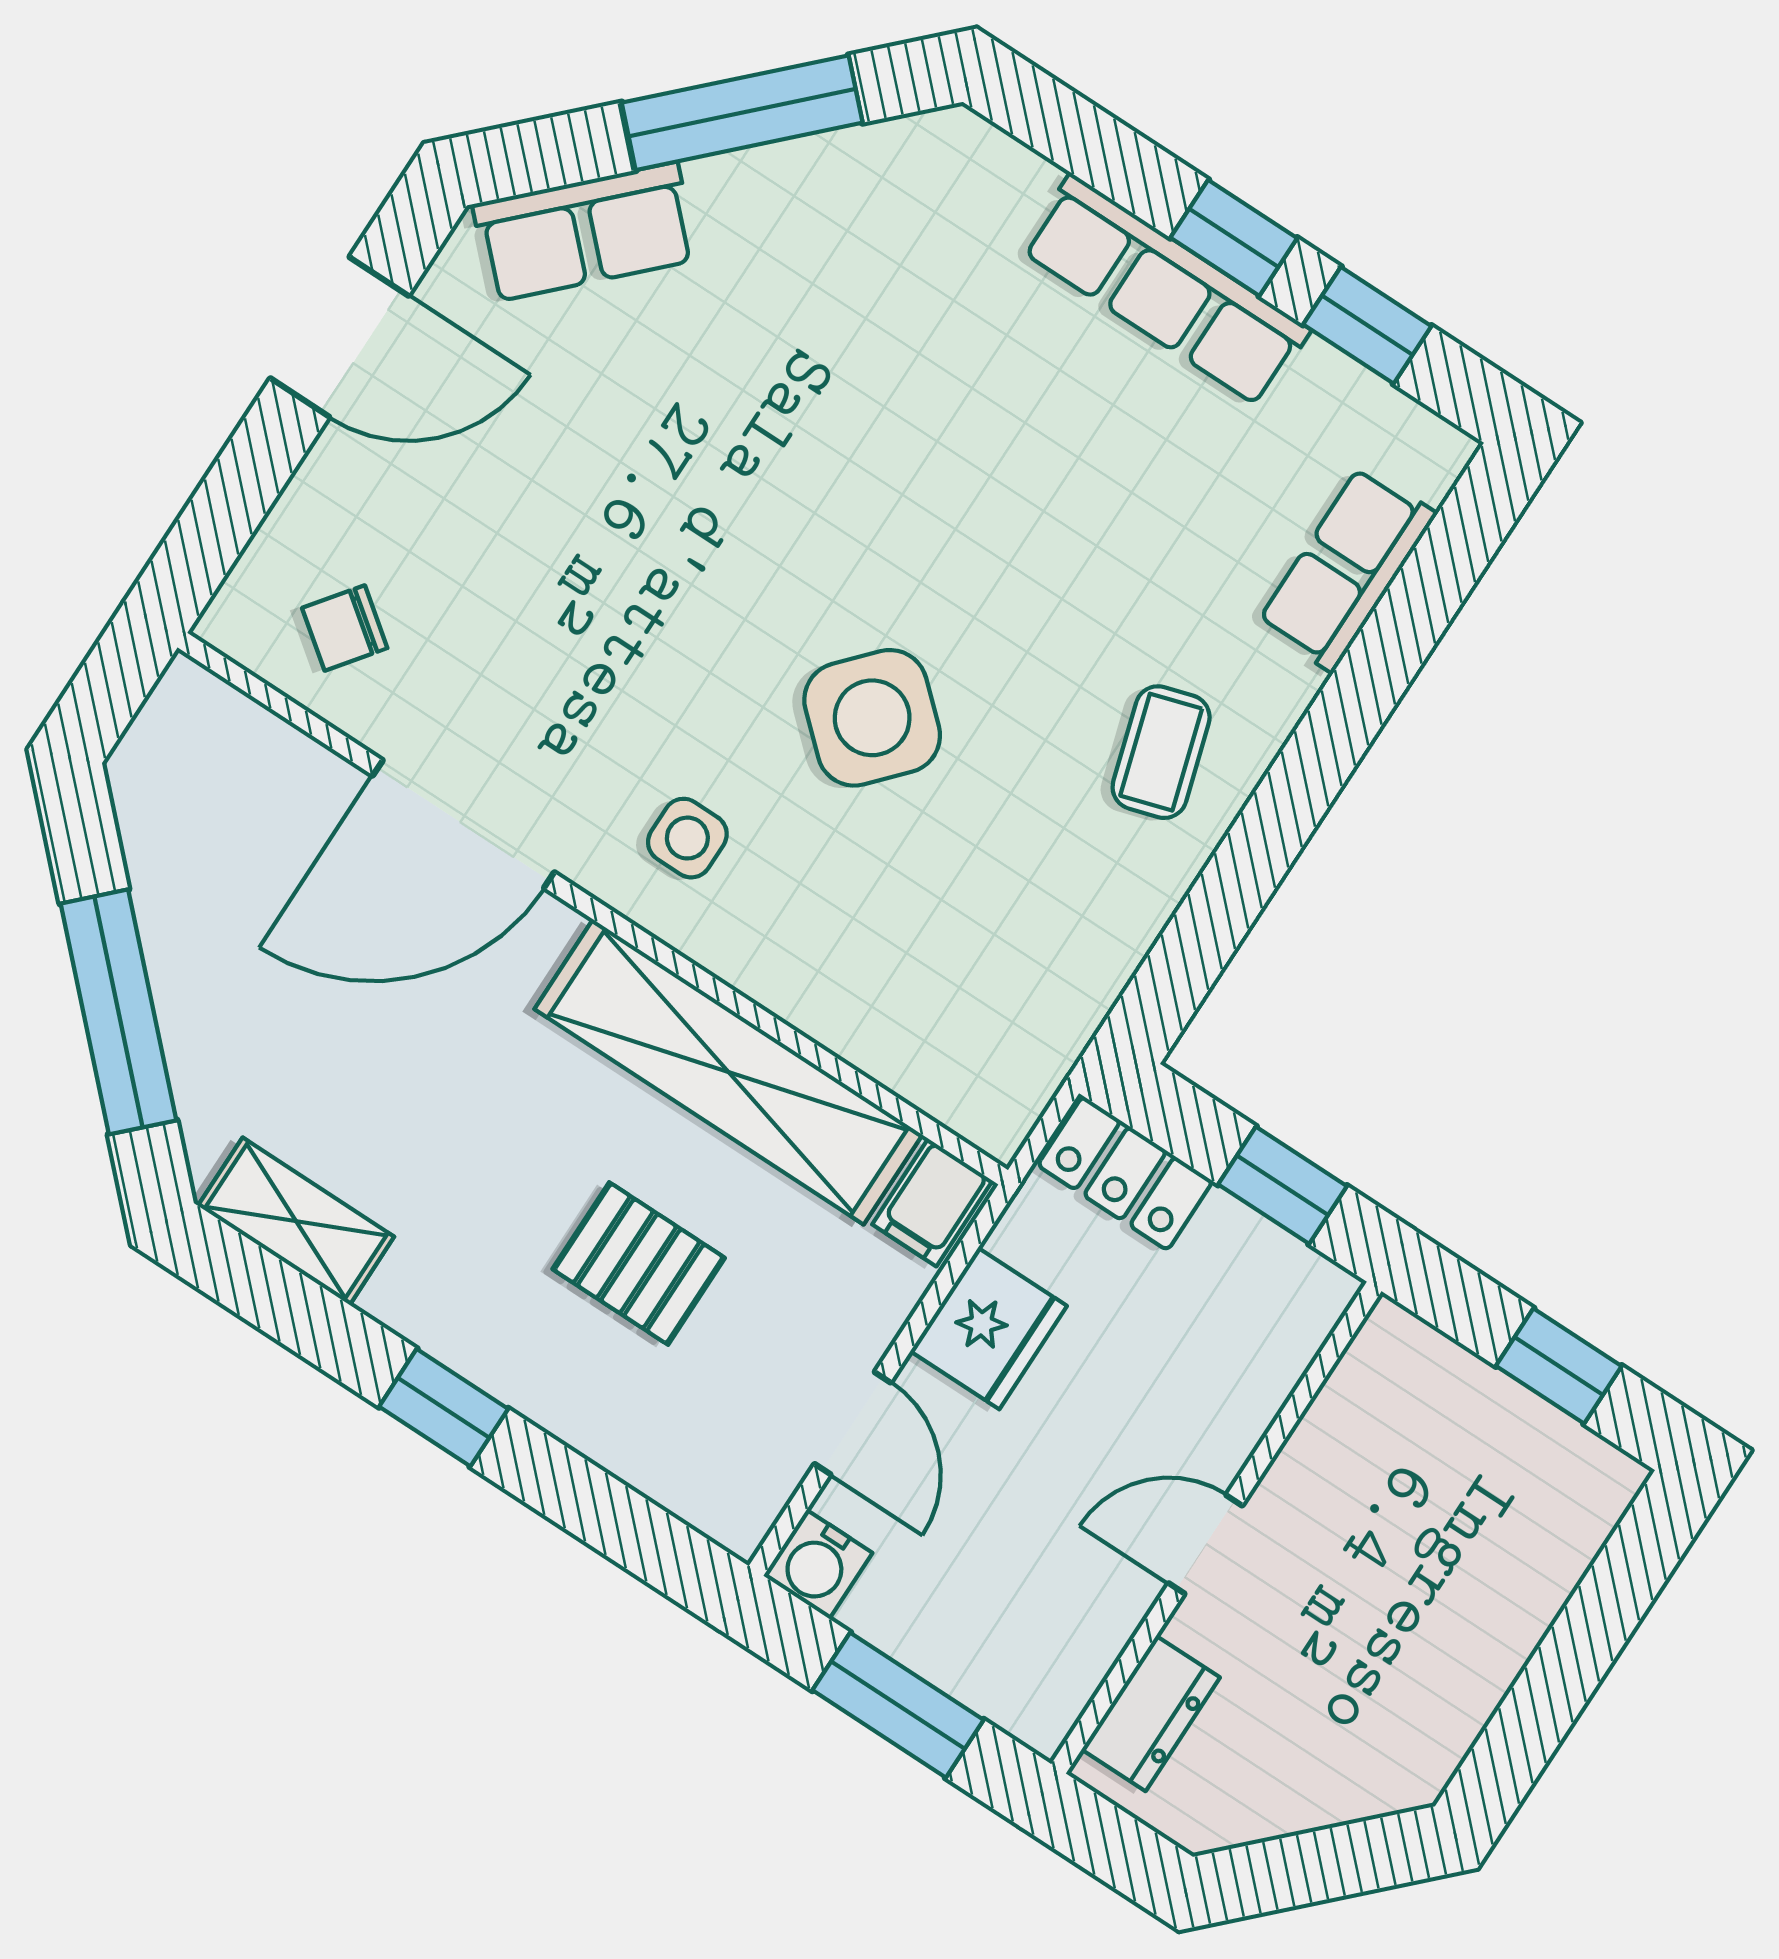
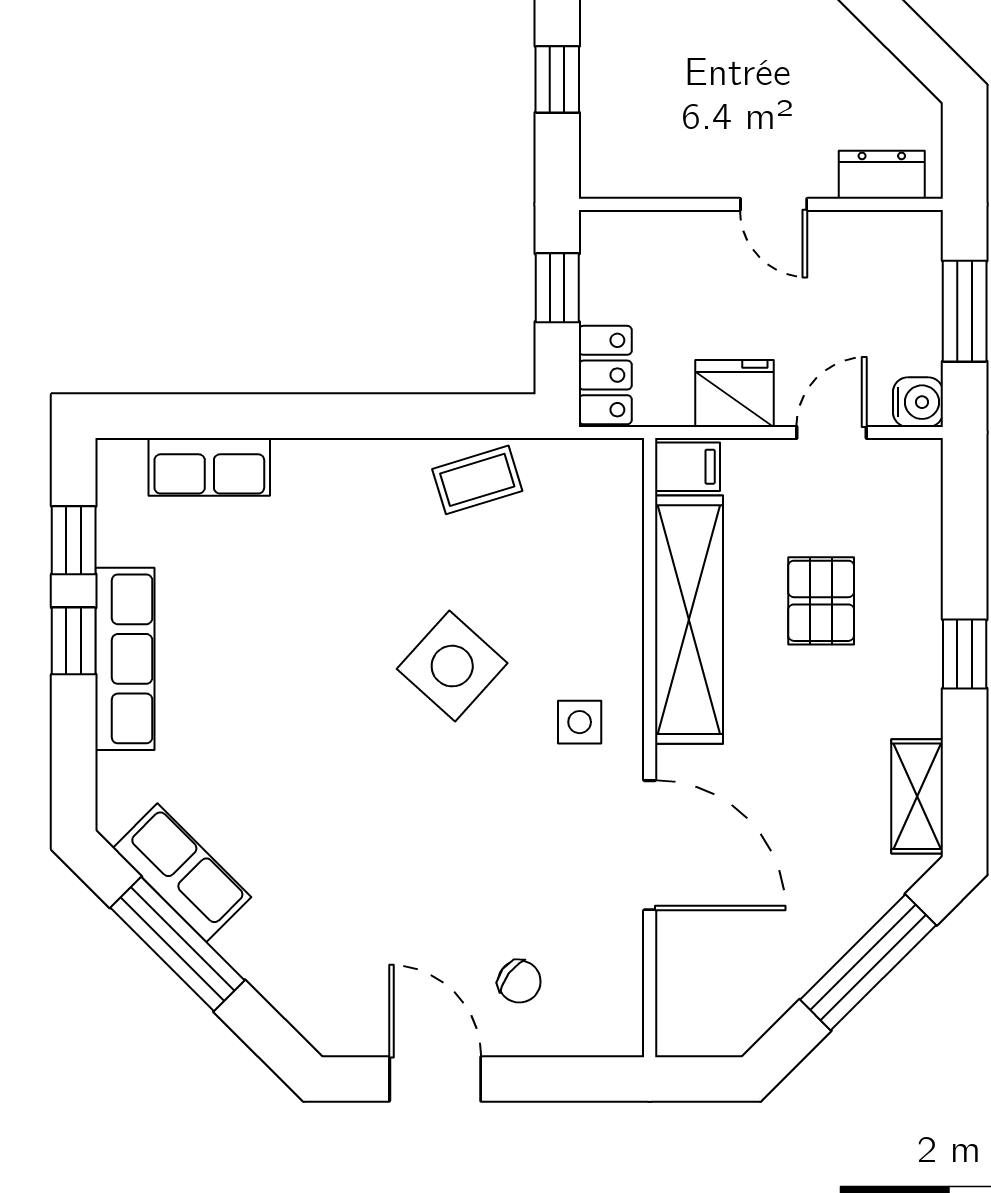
row of seats: (585, 232) -> (182, 873), moved
chair: (345, 628) -> (519, 981), moved
coffee table: (1161, 752) -> (477, 480), moved

